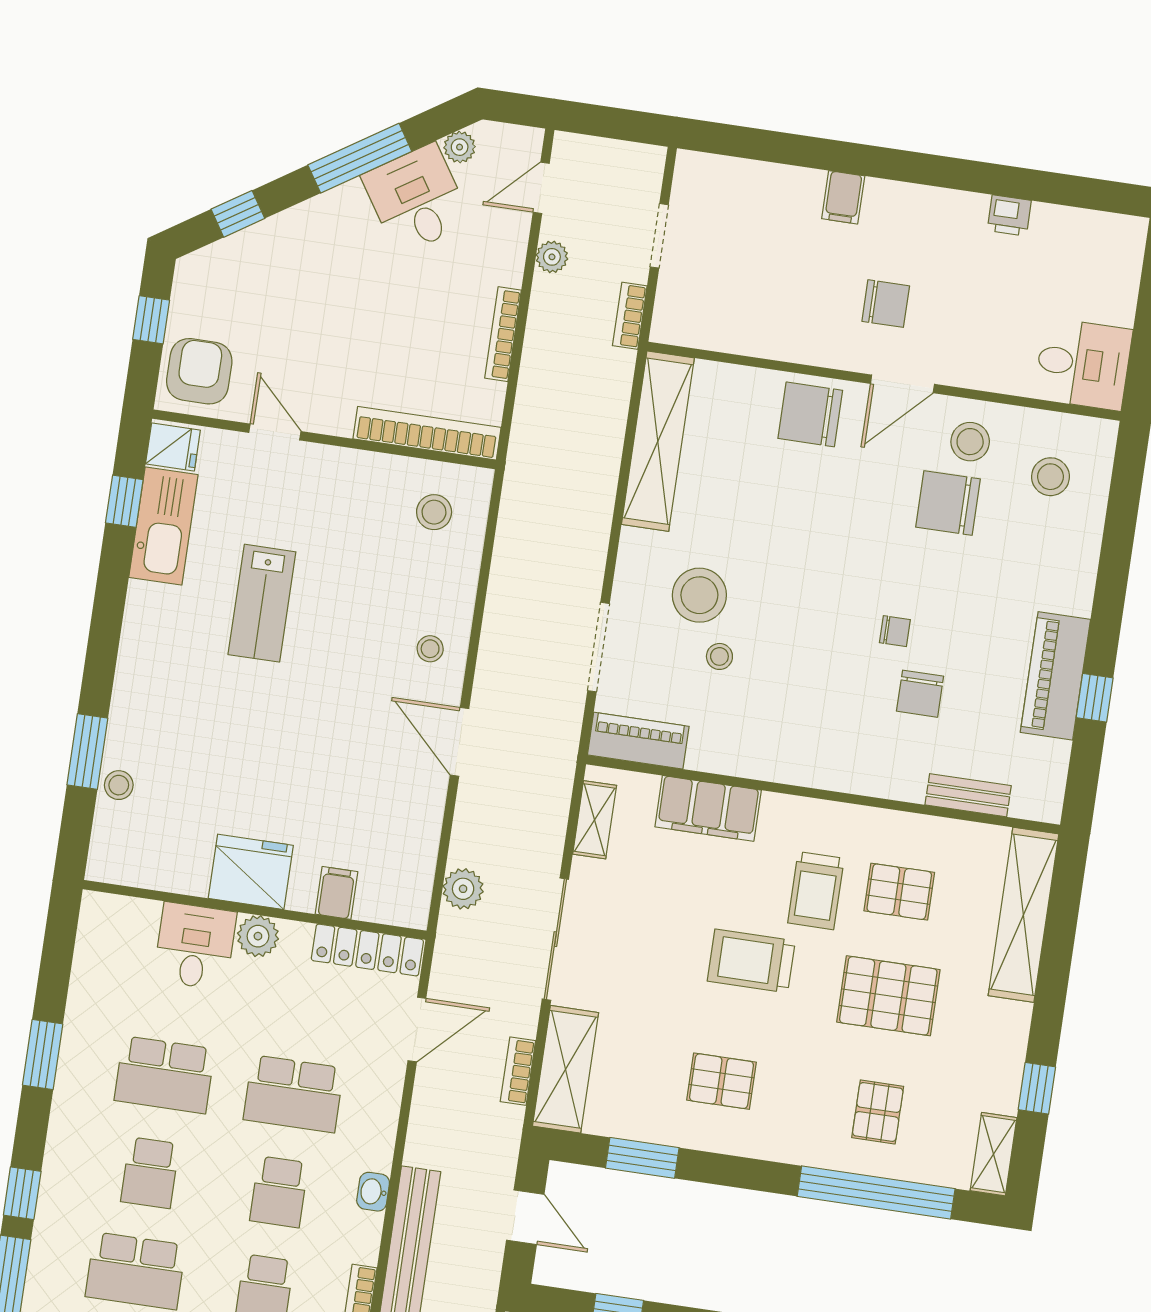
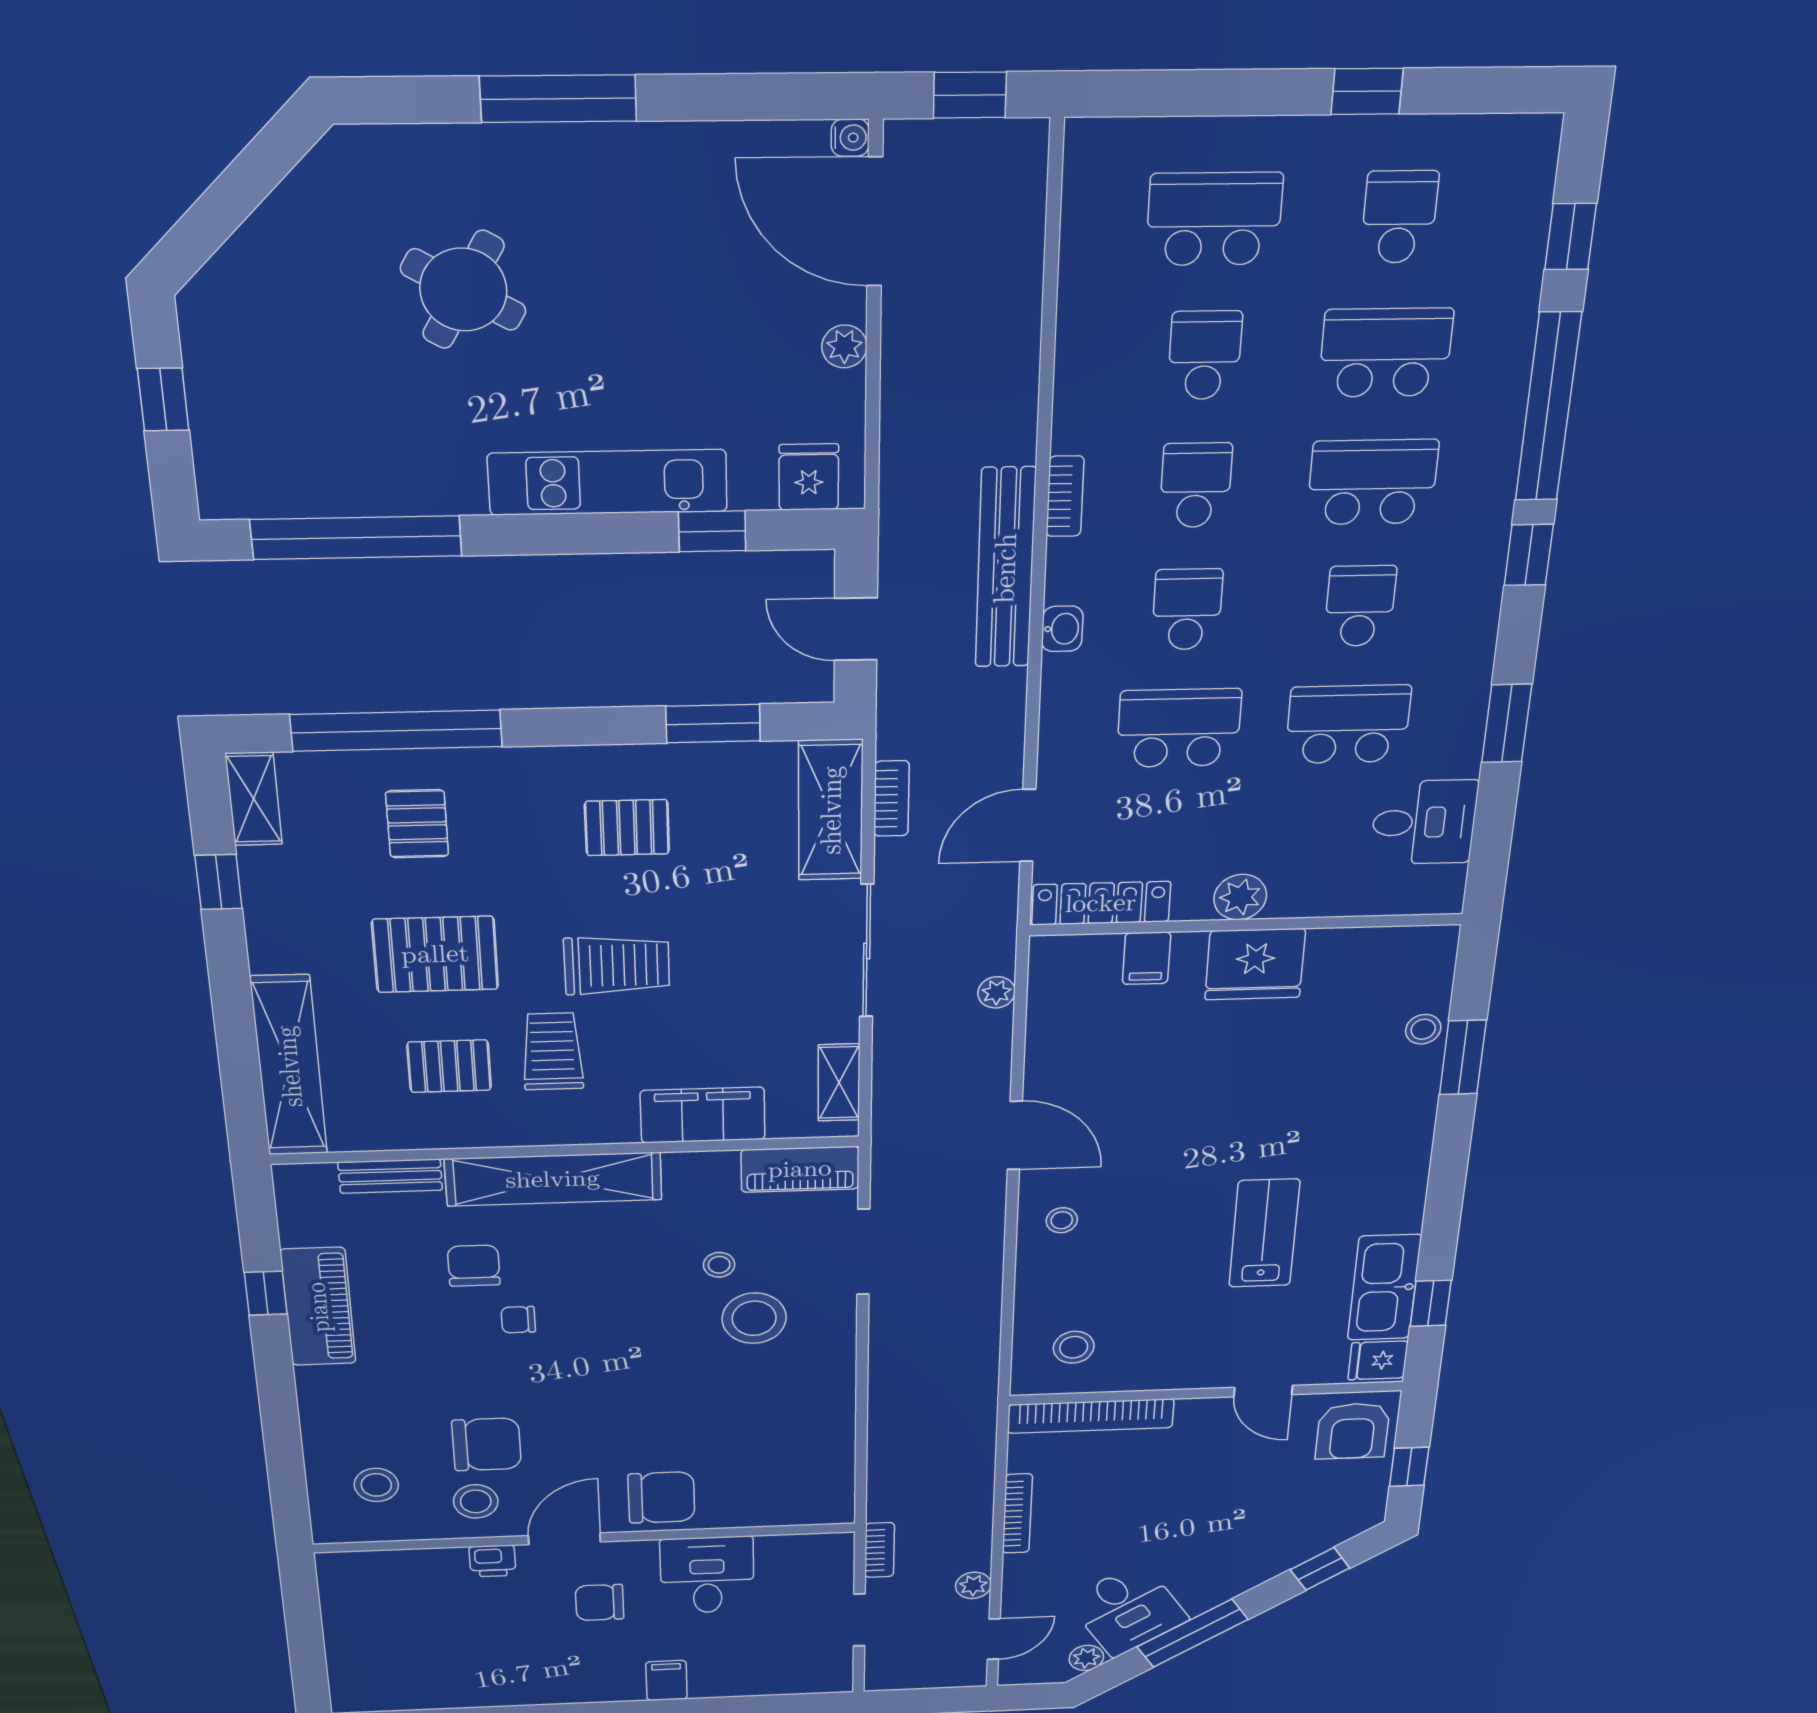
printer: (1009, 215) -> (492, 1561), moved, turned 180
desk: (1083, 364) -> (707, 1575), moved, turned 90
shelving: (658, 441) -> (553, 1179), moved, turned 90
plant: (463, 889) -> (997, 992), width x0.73, depth x0.73
desk: (195, 946) -> (1424, 822), moved, turned -90

